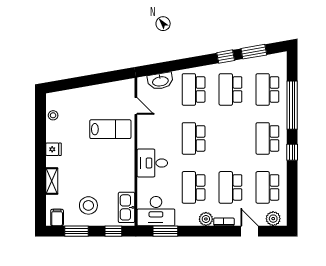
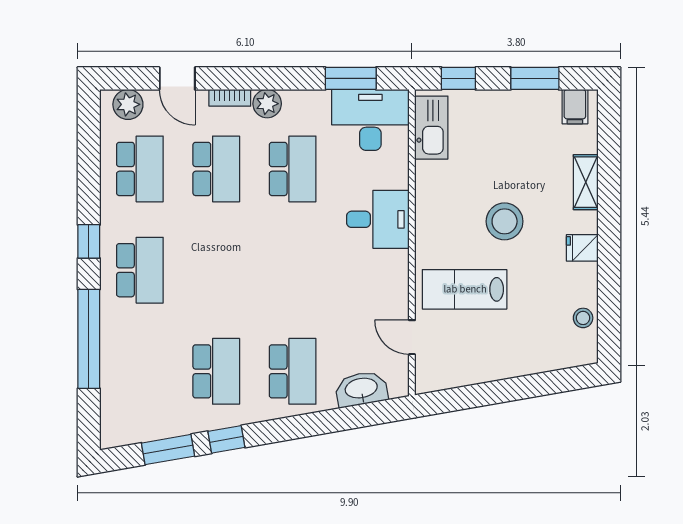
school desk: (267, 89) -> (140, 371), removed
school desk: (194, 138) -> (293, 270), removed
stool: (88, 205) -> (505, 221), moved

